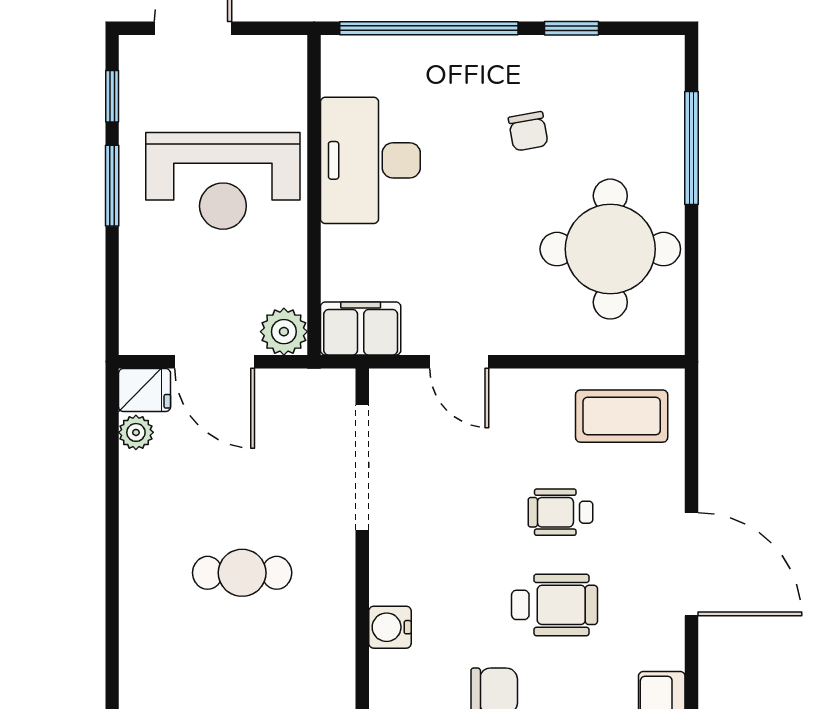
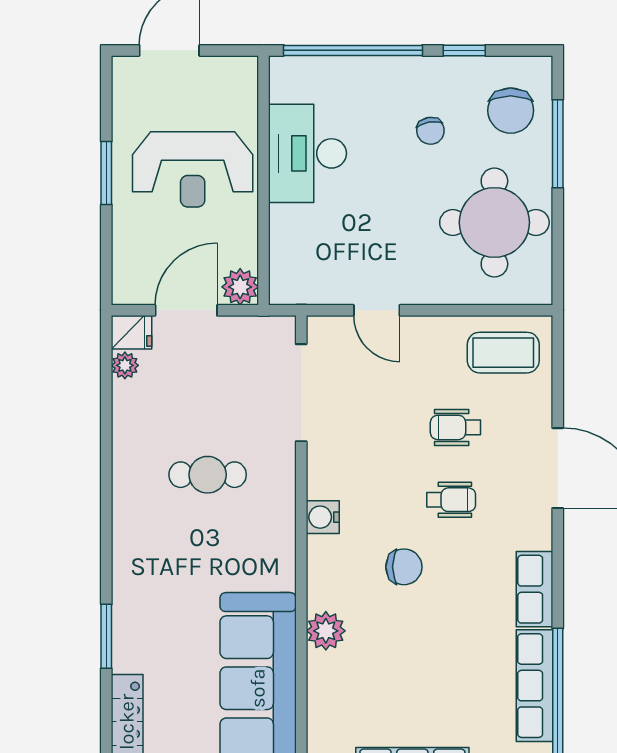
window: (112, 96) -> (106, 103), removed
chair: (631, 105) -> (511, 111), added
filing cabinet: (361, 329) -> (300, 284), removed
door: (215, 362) -> (186, 310), swing flipped
wheelchair: (555, 605) -> (451, 500), width x0.73, depth x0.73

